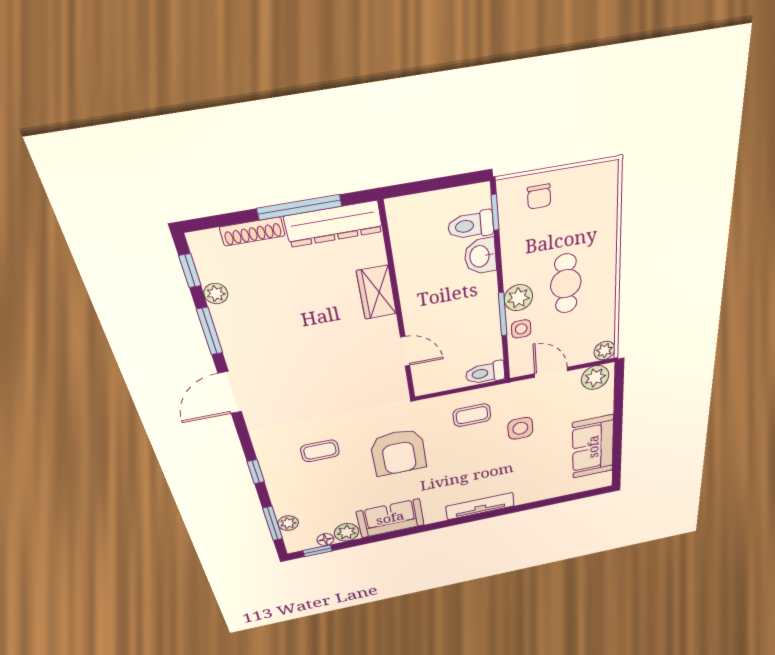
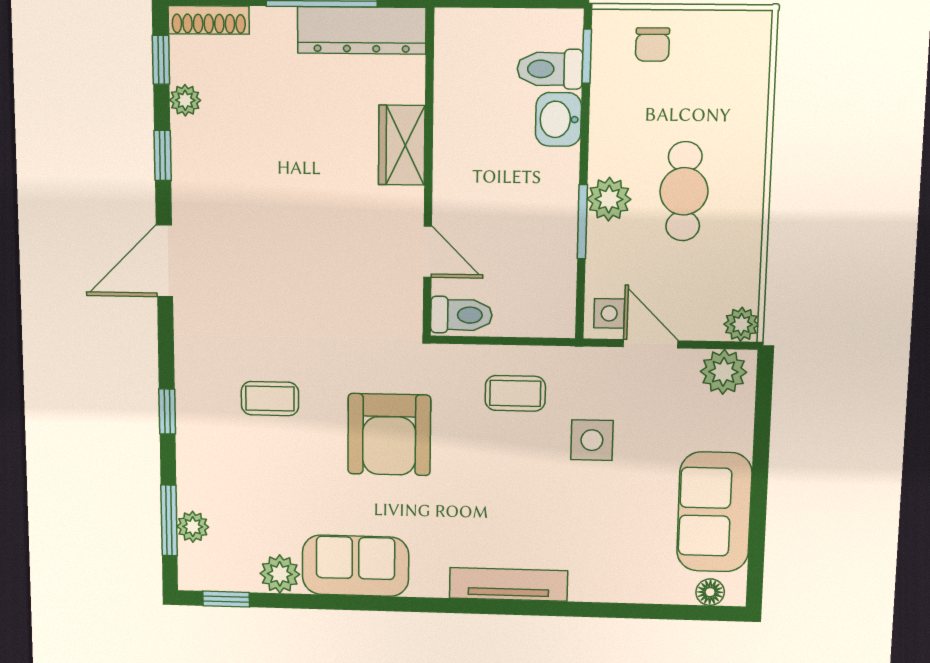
shoe rack: (252, 232) -> (209, 20), moved
side table: (521, 329) -> (609, 313), moved
window: (210, 331) -> (163, 155), width x0.67
toilet: (485, 373) -> (461, 315), moved, turned 180
floor lamp: (325, 540) -> (710, 592), moved

